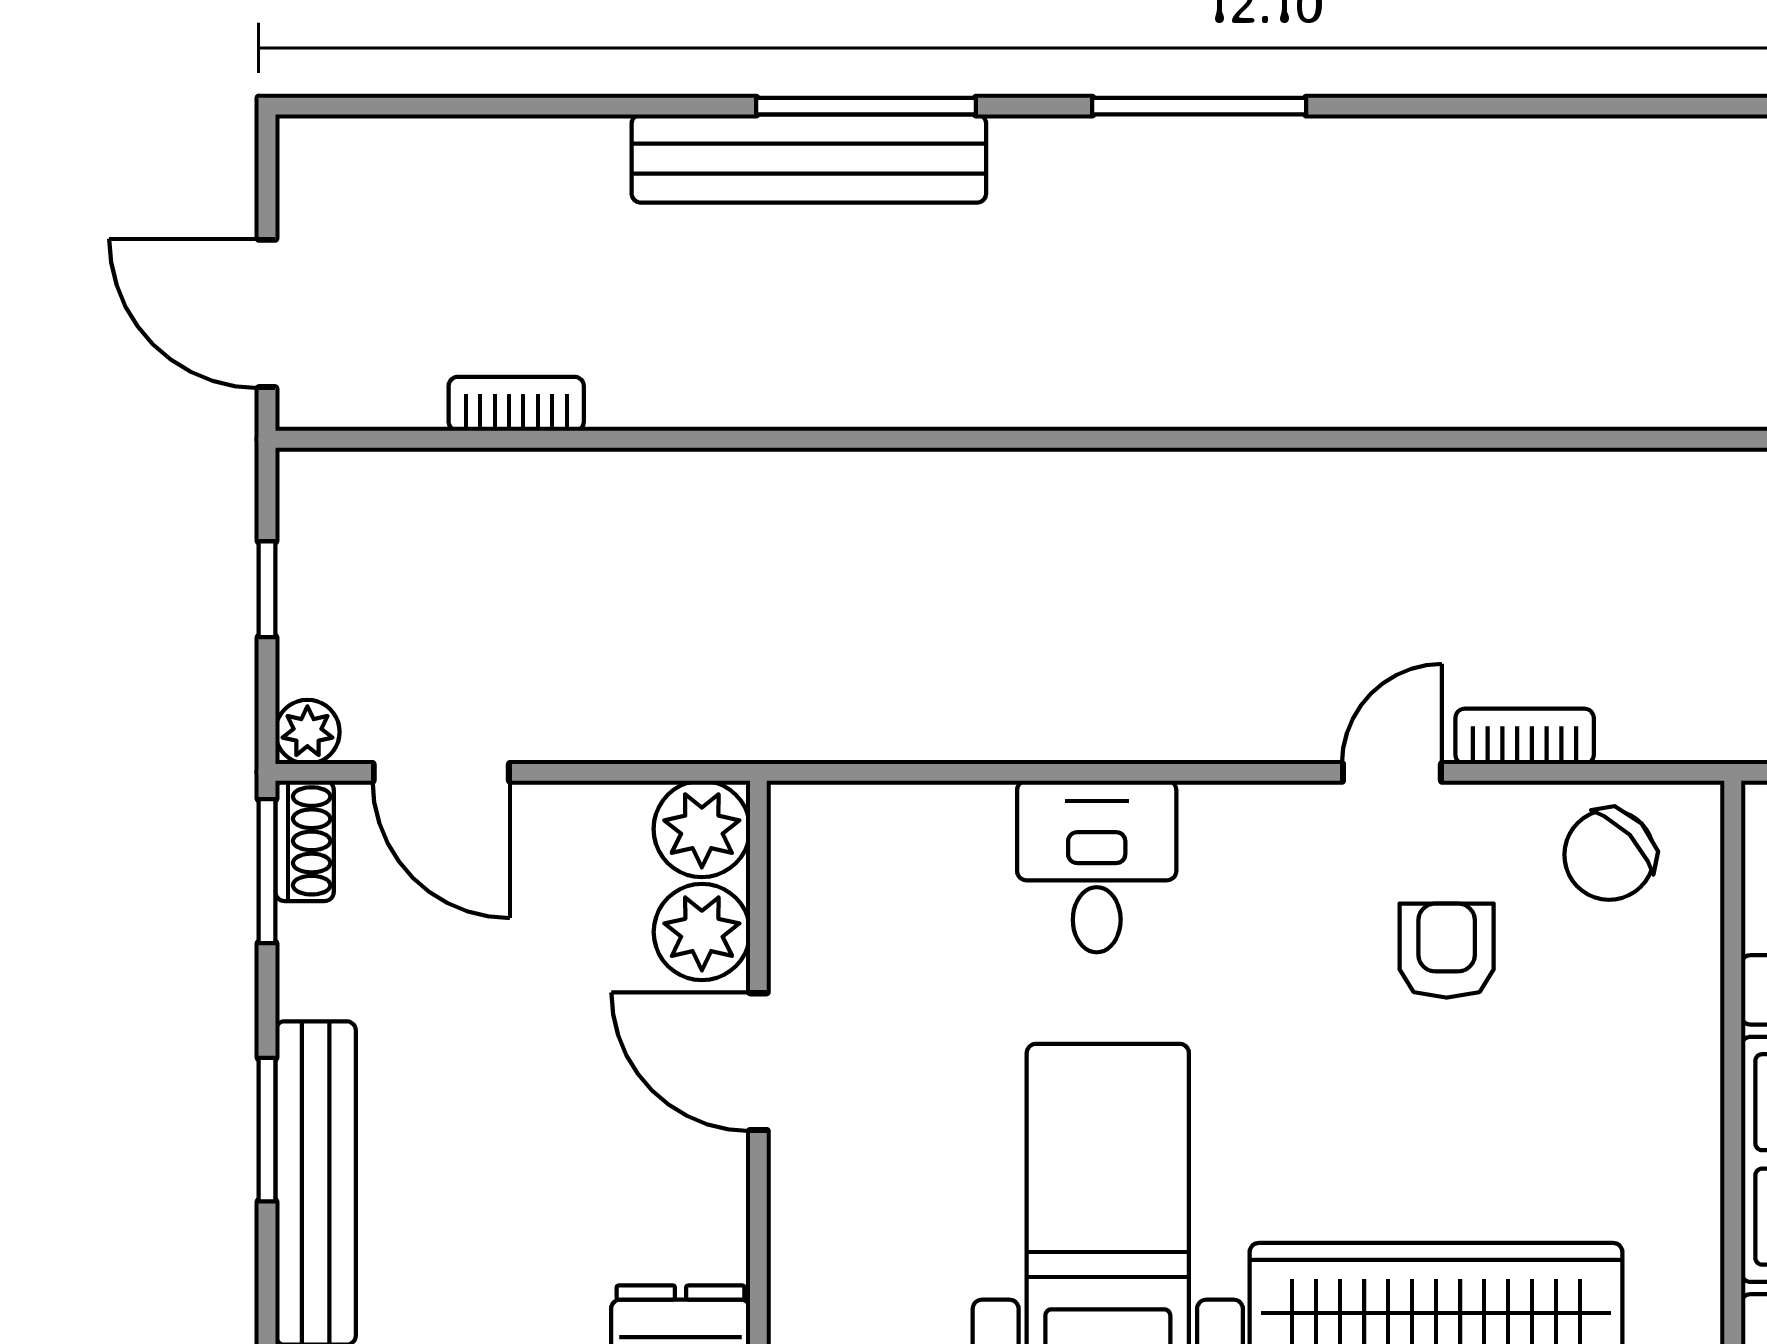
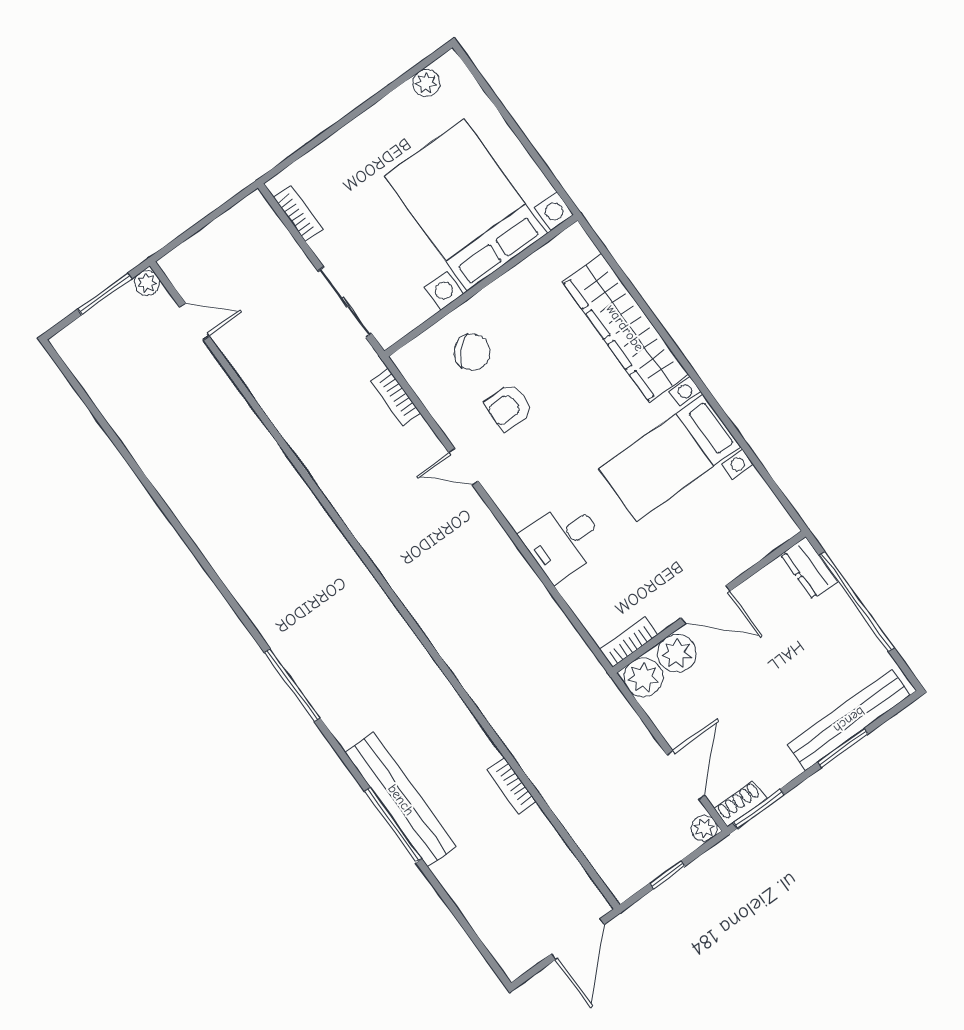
window: (866, 106) -> (393, 825), moved
bookcase: (516, 404) -> (512, 786), moved
bookcase: (1525, 736) -> (395, 397), moved
bookcase: (795, 851) -> (629, 642), added
chair: (1609, 855) -> (472, 352), moved
door: (758, 1062) -> (706, 604), hinge flipped

